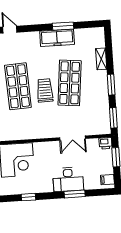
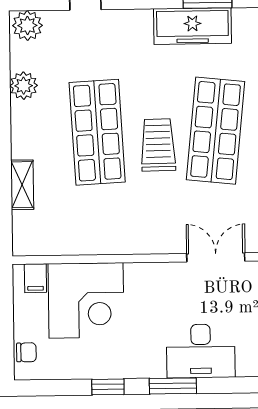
double door: (73, 138) -> (216, 257), swing flipped
window: (75, 194) -> (173, 386), moved

